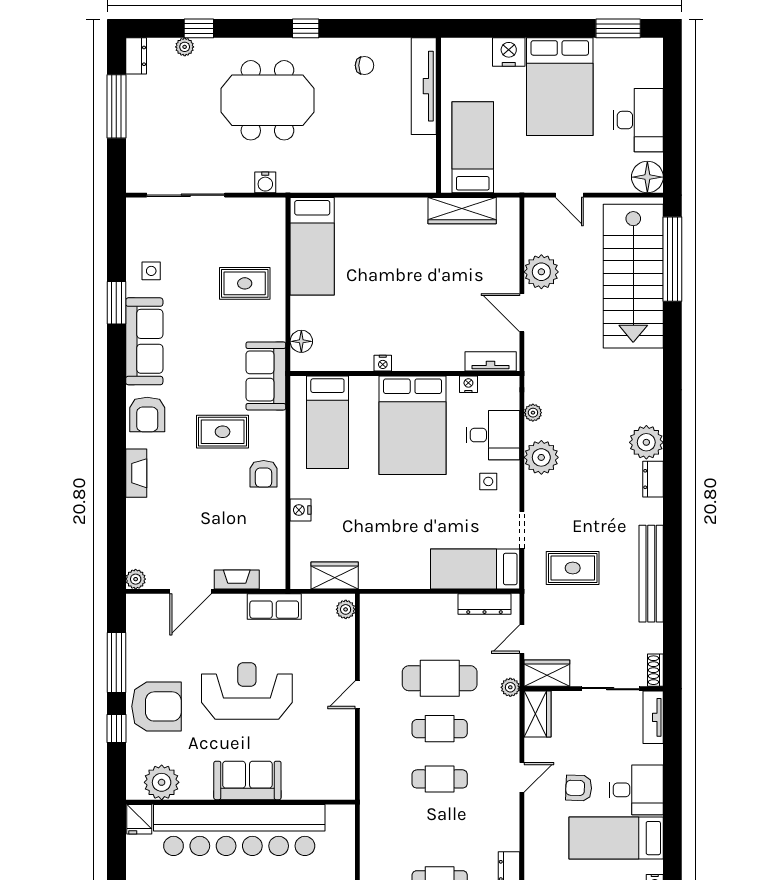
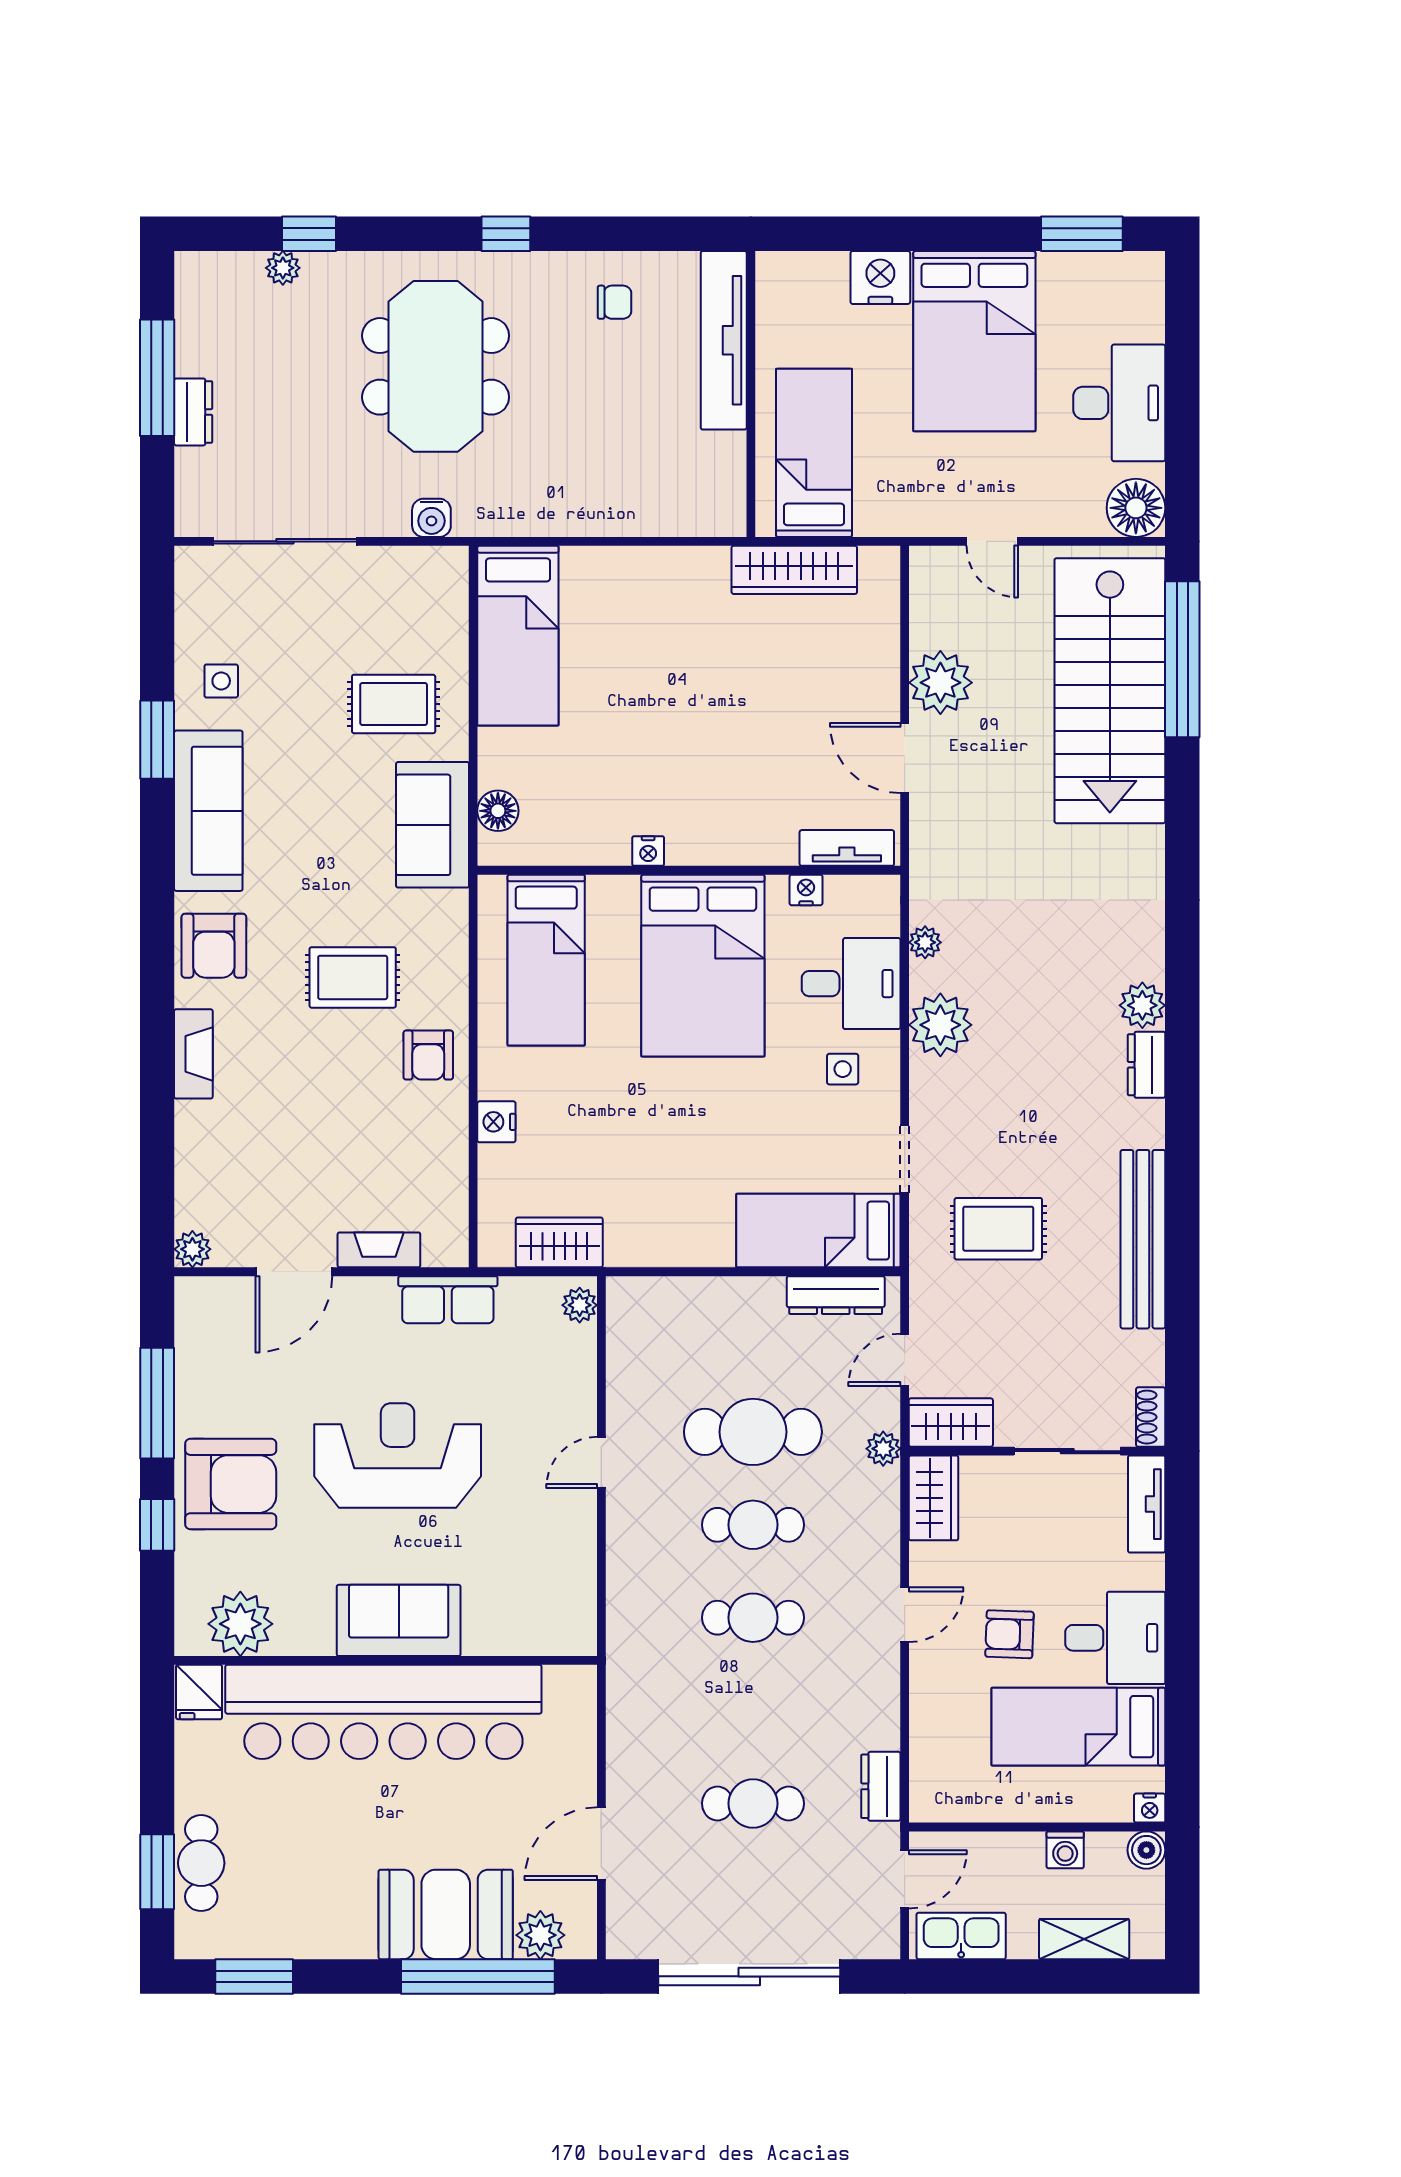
dresser: (136, 56) -> (193, 412), moved
meeting table: (267, 100) -> (436, 366), turned 90
sofa: (266, 376) -> (433, 825), moved
plant: (646, 442) -> (1142, 1005), width x0.73, depth x0.73

